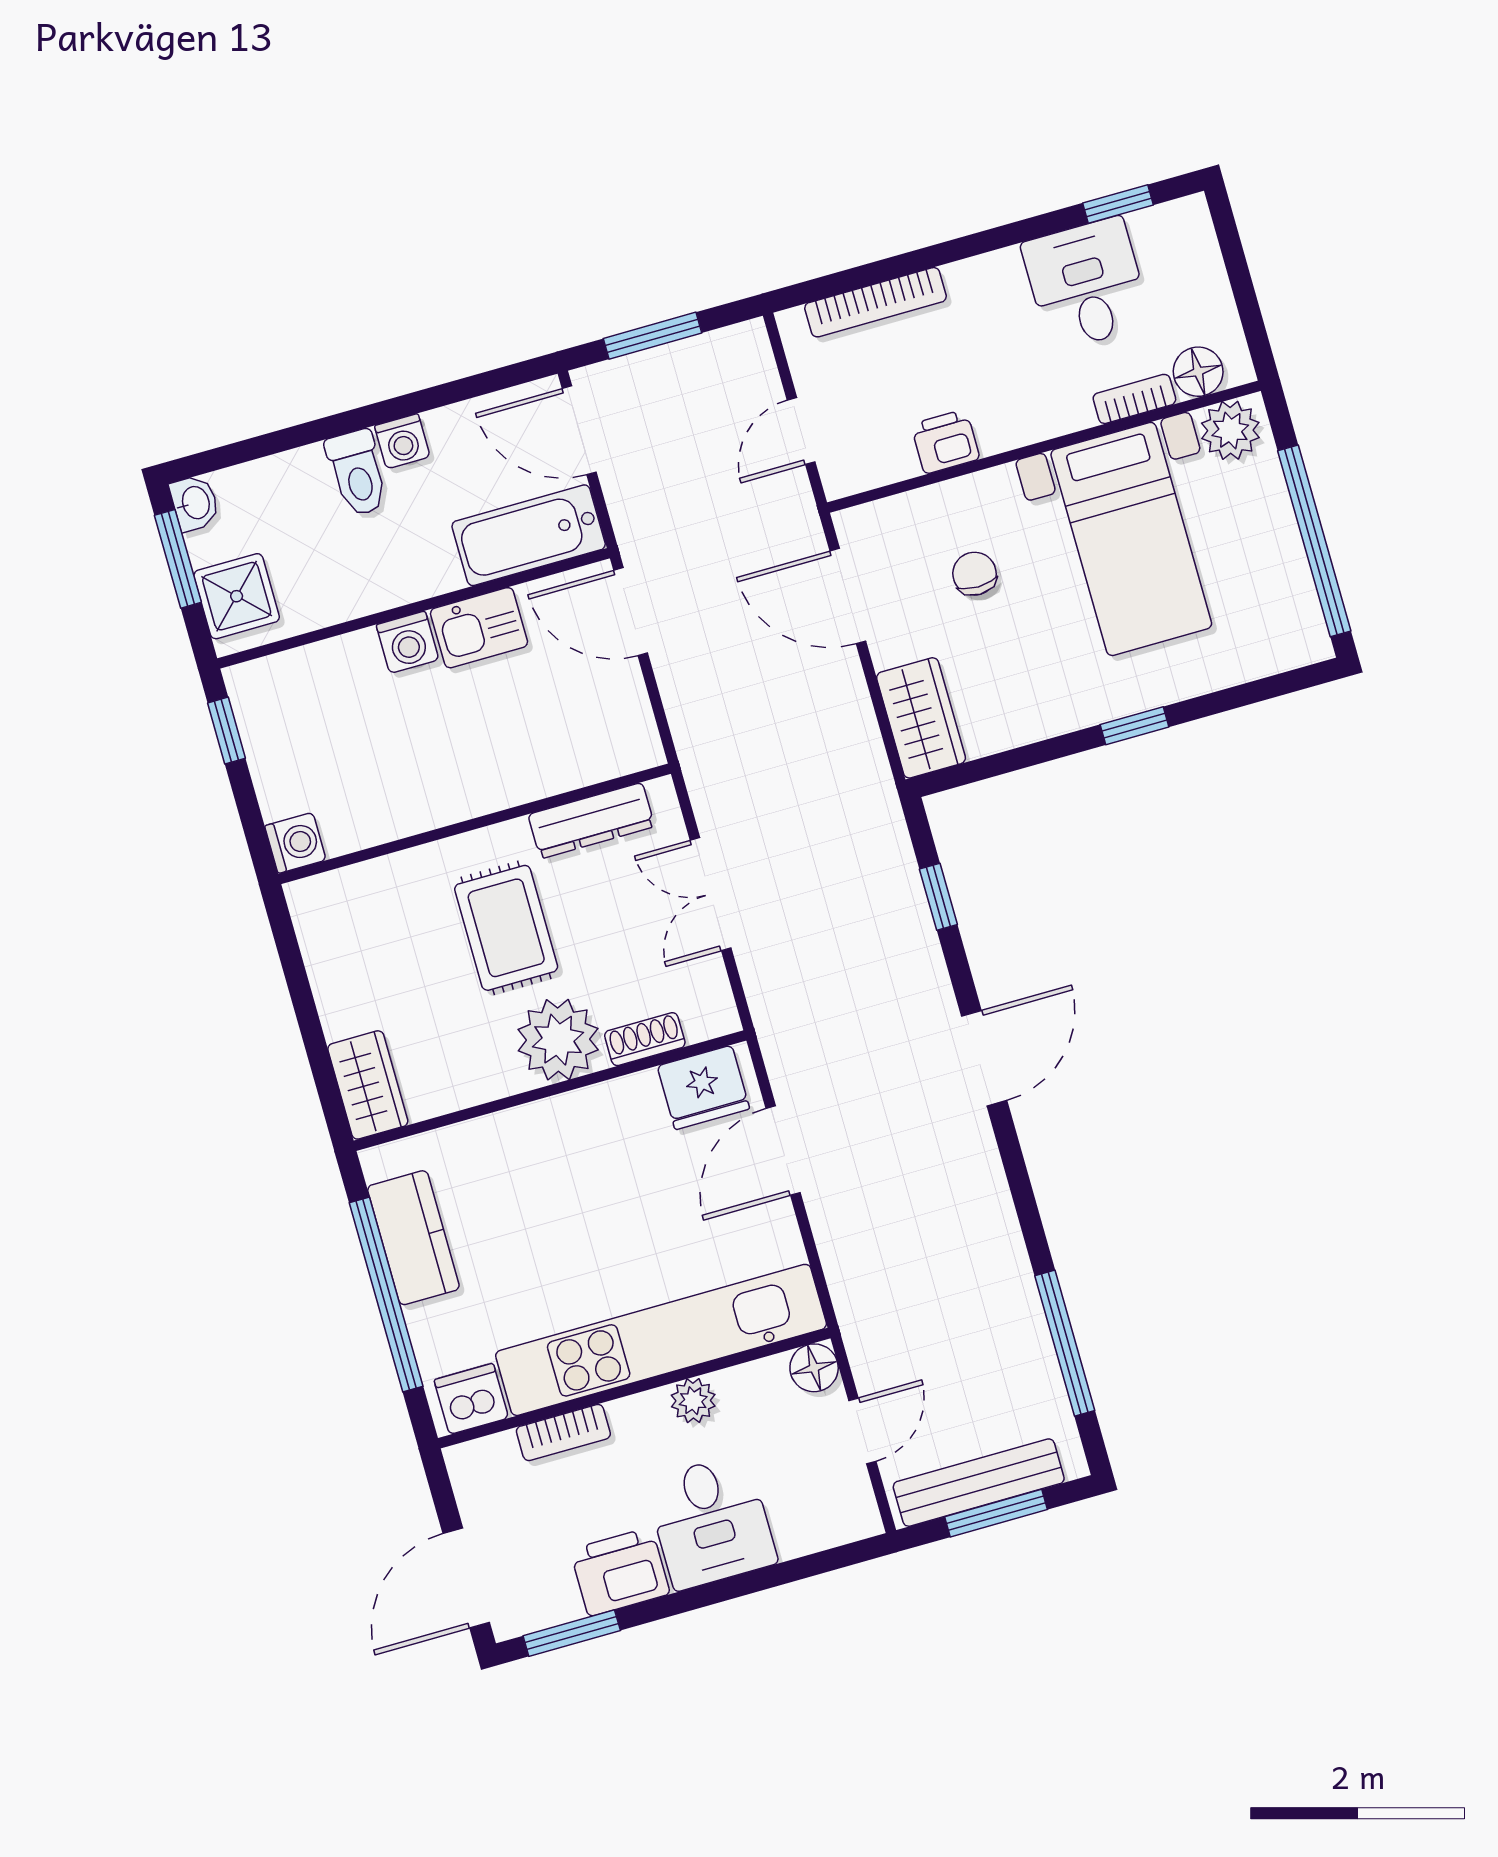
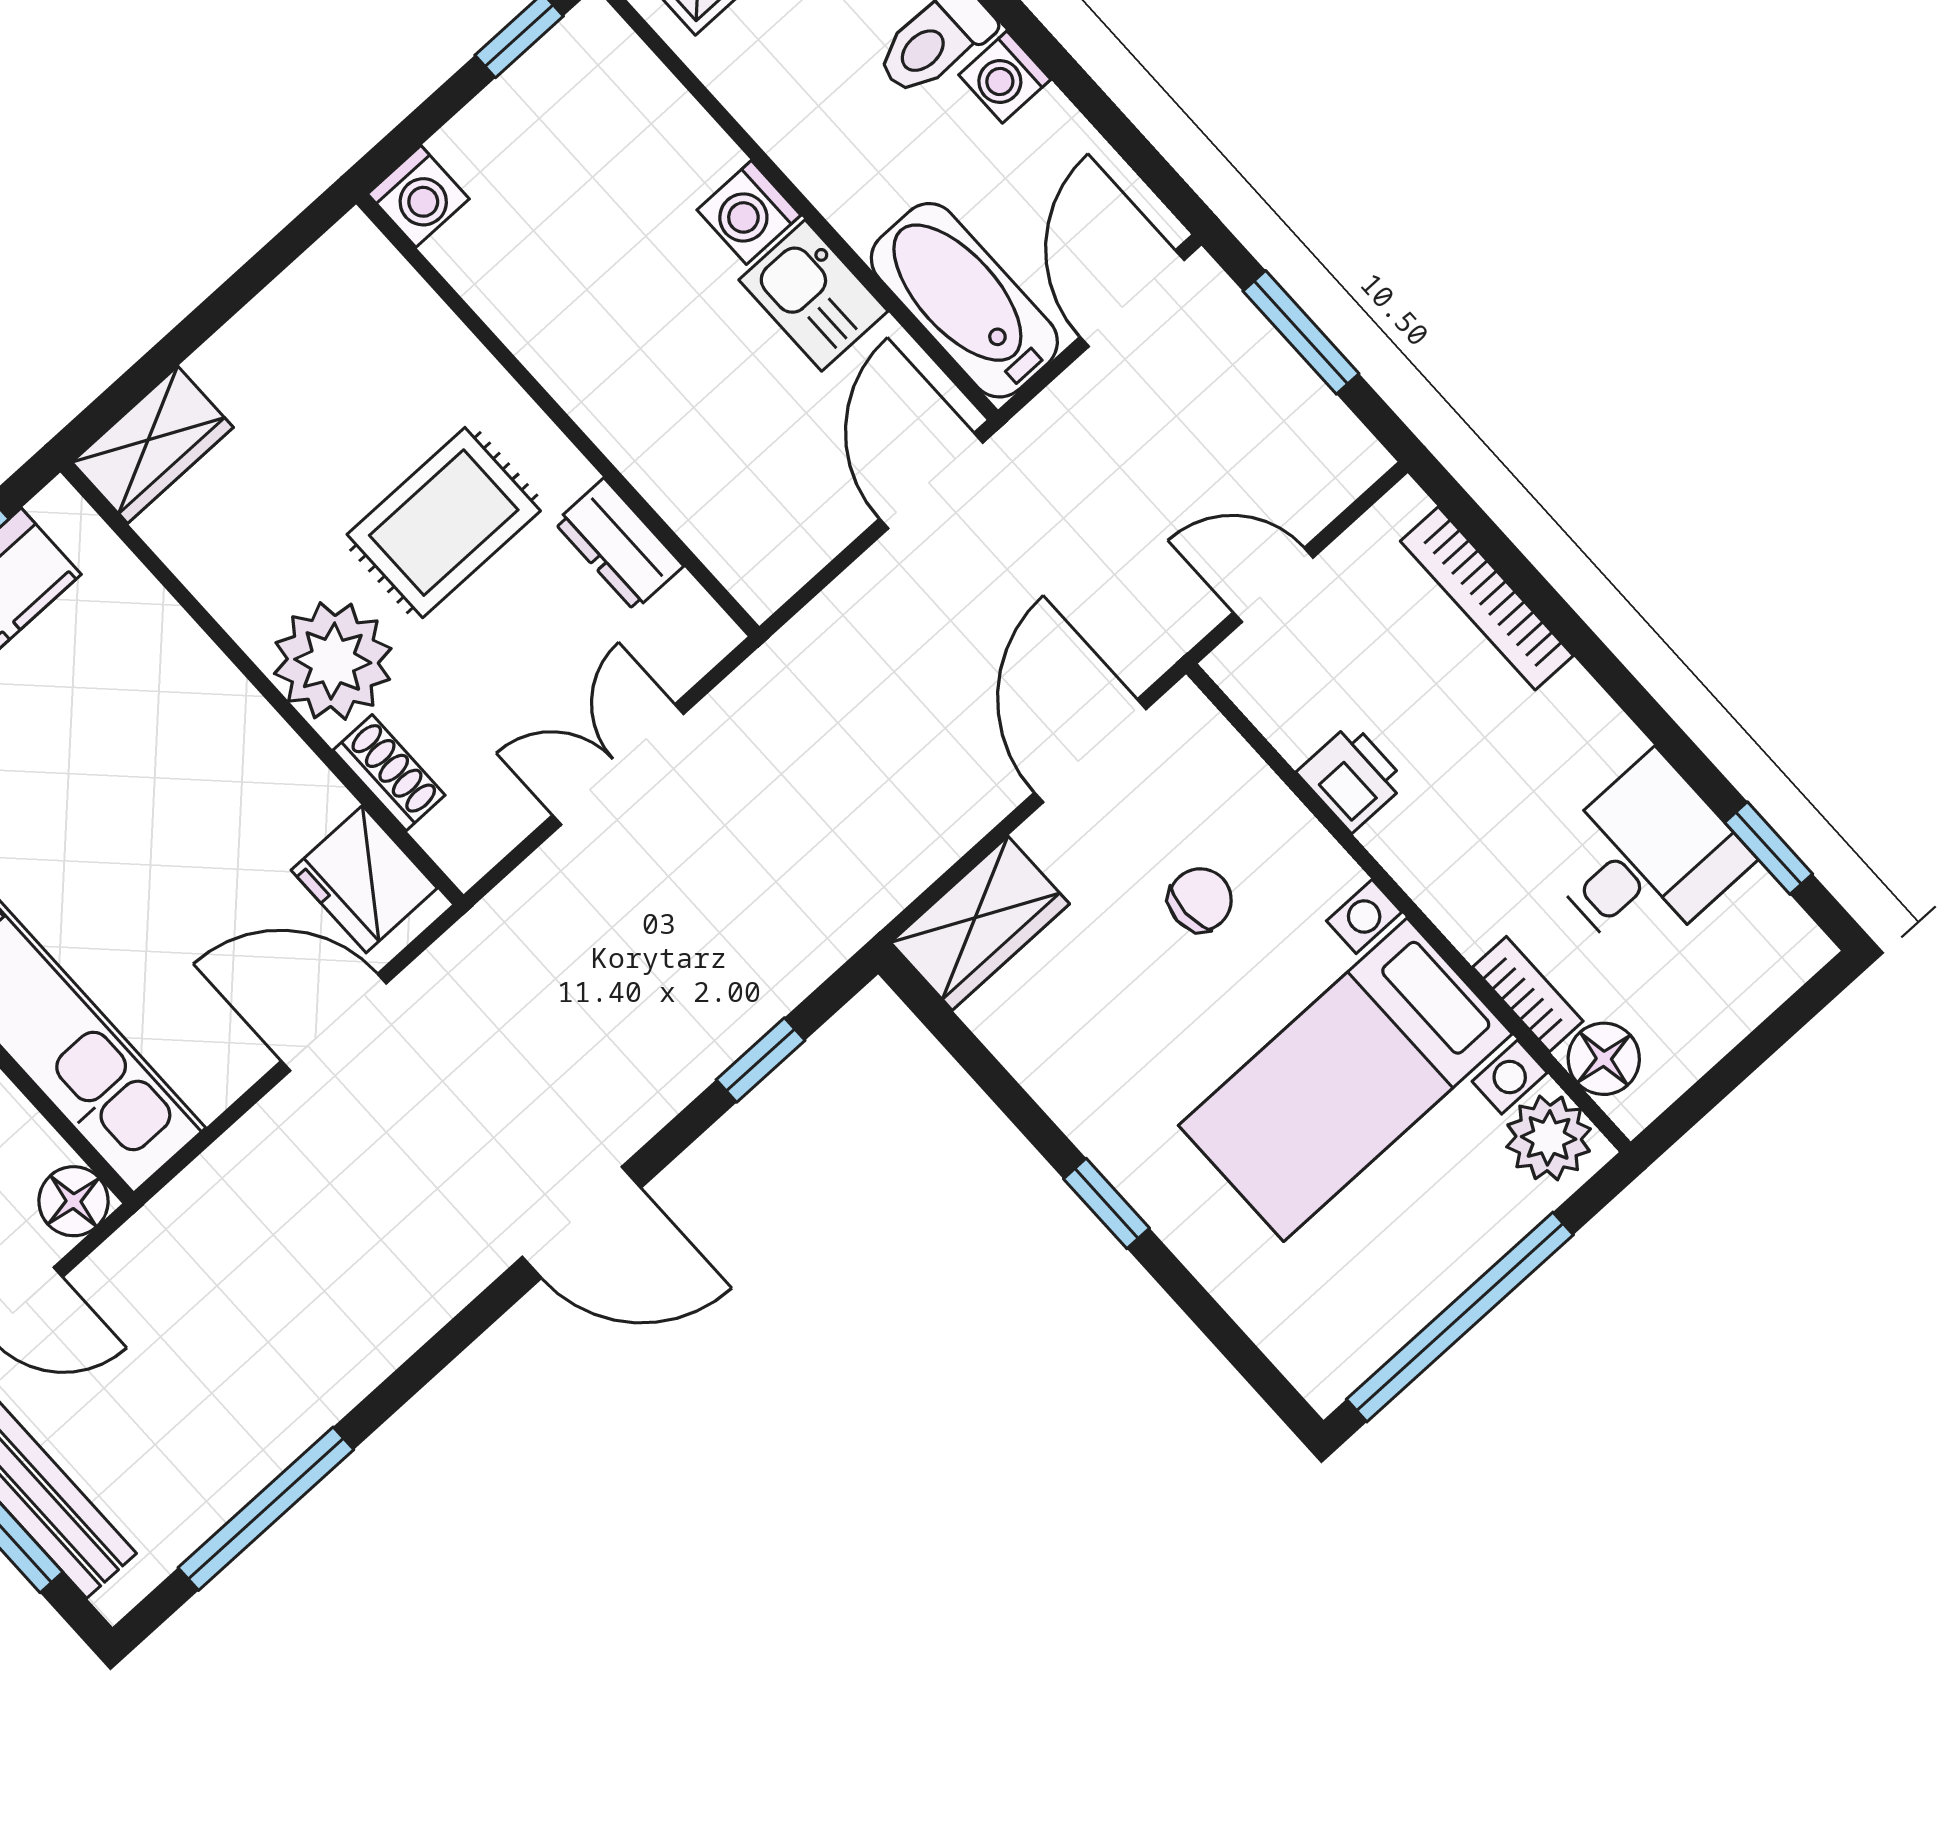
dresser: (591, 821) -> (619, 544), width x0.70

